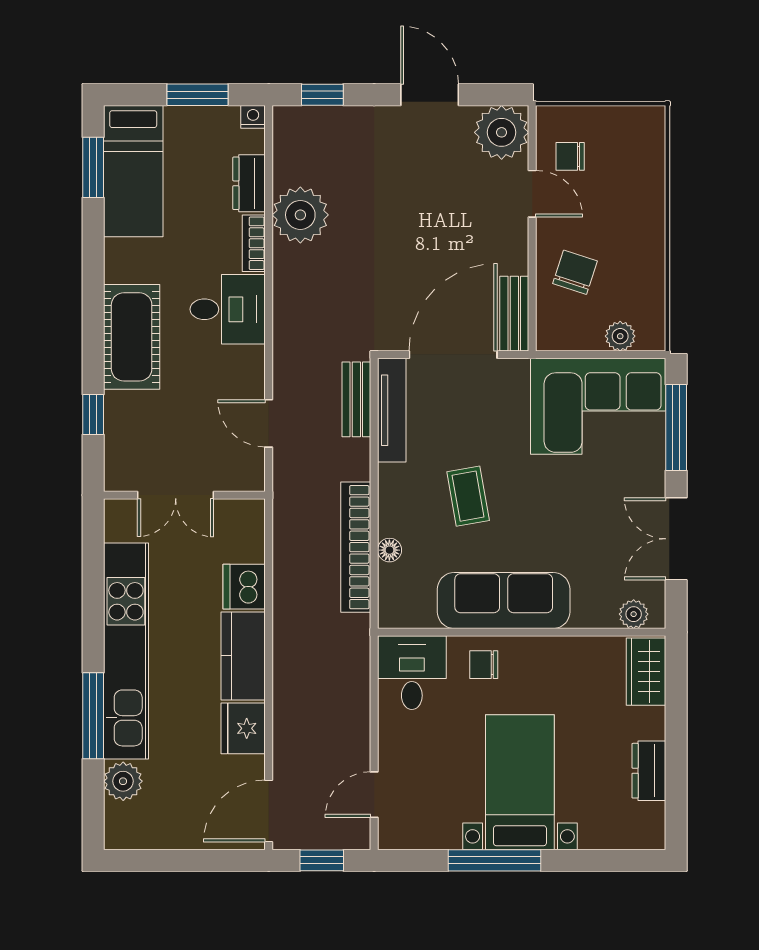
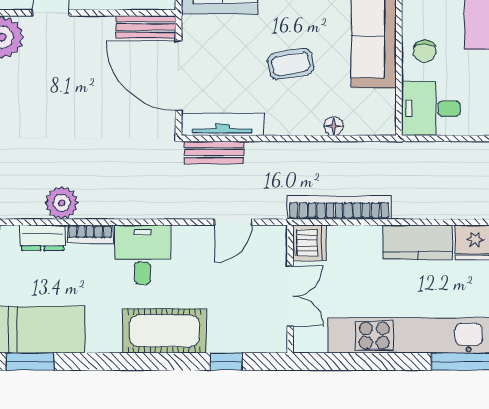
plant: (300, 215) -> (62, 203), width x0.73, depth x0.73
bookcase: (356, 547) -> (339, 208), moved, turned 180
dishwasher: (244, 587) -> (310, 243), moved, turned -90

